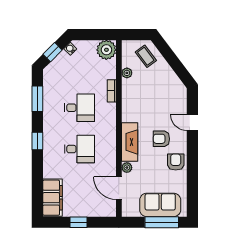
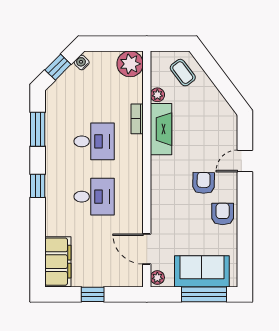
door: (192, 122) -> (245, 161), hinge flipped
armchair: (161, 139) -> (204, 183), turned 91
fireplace: (130, 142) -> (161, 129), moved
plant: (127, 168) -> (157, 278), moved

